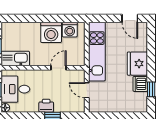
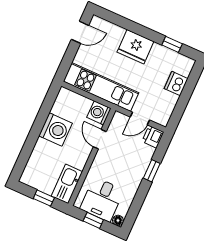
washing machine: (70, 30) -> (99, 113), moved, turned 180
dishwasher: (140, 84) -> (176, 84), moved, turned 90
printer: (46, 106) -> (153, 137), moved

